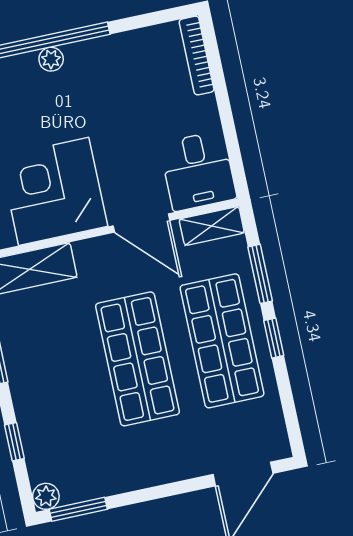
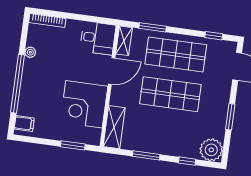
plant: (51, 59) -> (30, 52), moved
window: (274, 338) -> (214, 36), moved
plant: (46, 496) -> (211, 150), width x1.87, depth x1.87
window: (78, 509) -> (230, 117), moved

